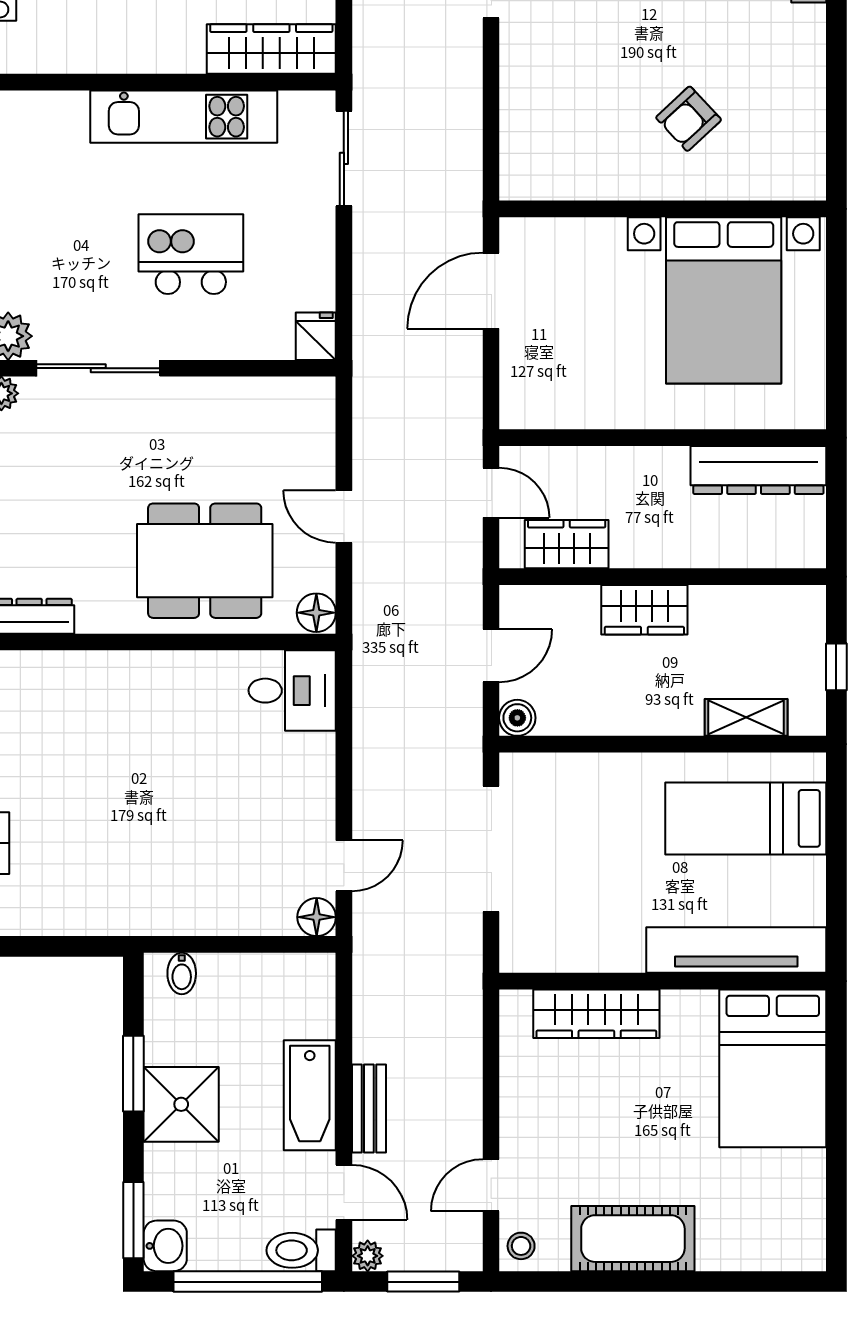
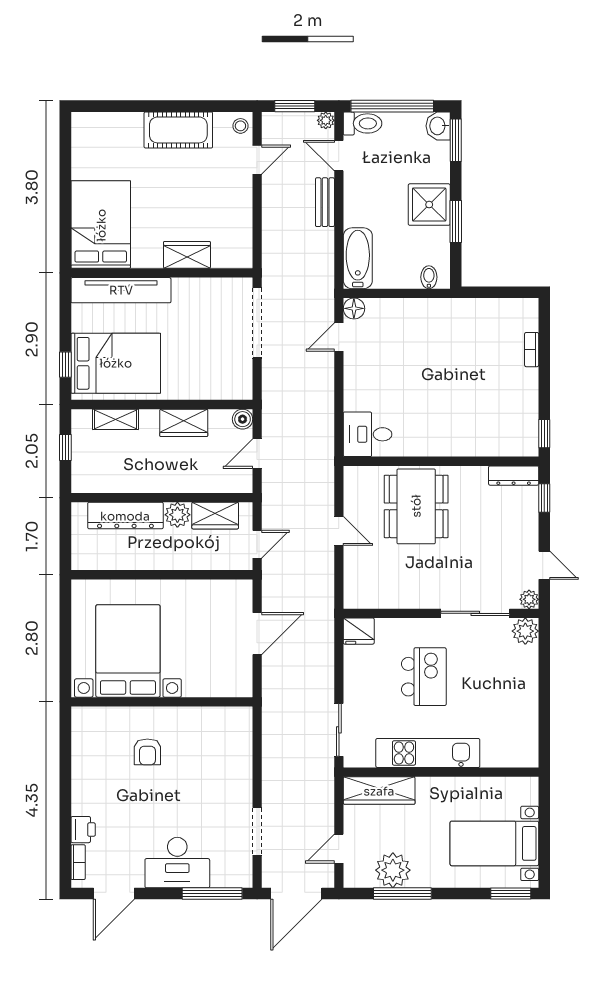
armchair: (689, 119) -> (147, 752), turned 133
kitchen island: (191, 254) -> (424, 677), turned -90
door: (491, 291) -> (257, 634), moved
fridge: (316, 336) -> (359, 631), width x1.38
dresser: (758, 470) -> (125, 516), moved, turned 180
door: (491, 493) -> (257, 544), swing flipped
plant: (634, 546) -> (177, 515), added
dining table: (205, 561) -> (416, 506), turned 90
wardrobe: (644, 610) -> (184, 423), moved, turned 180
floor lamp: (316, 613) -> (354, 478), removed
window: (836, 816) -> (65, 365), added
bed: (746, 818) -> (116, 363), width x1.50
doorway: (491, 849) -> (257, 323), moved
wardrobe: (596, 1014) -> (187, 255), width x0.67
bathtub: (310, 1095) -> (358, 258), moved

